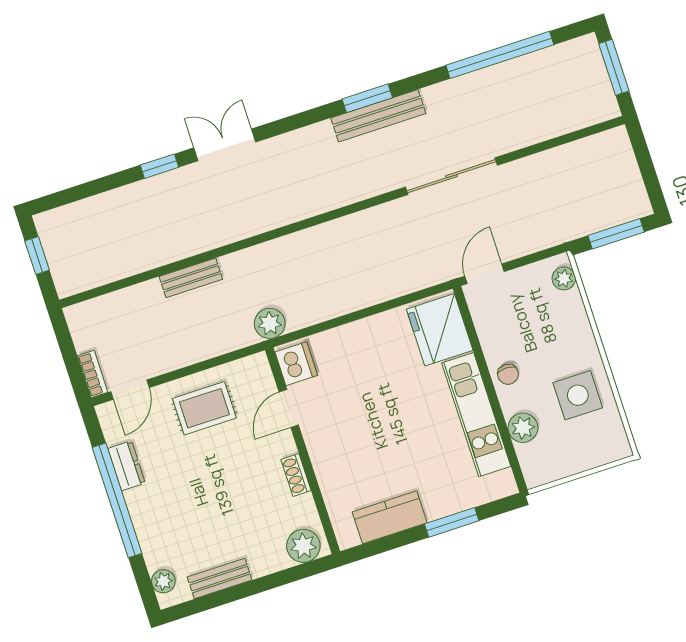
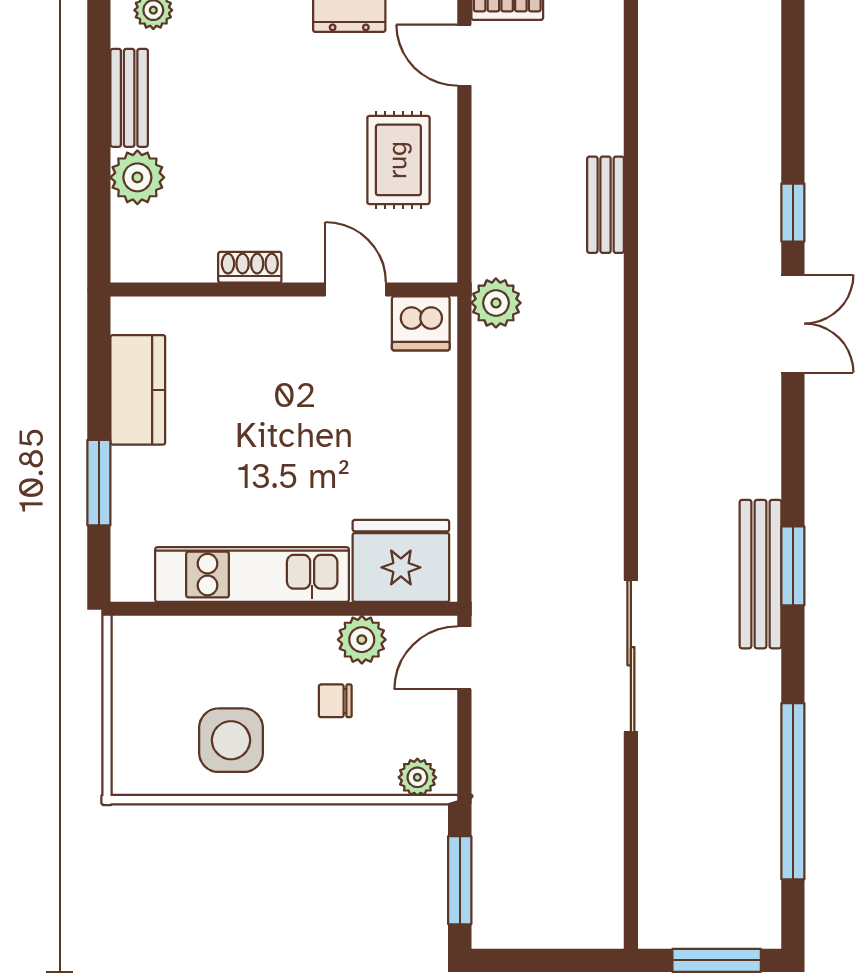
door: (484, 274) -> (464, 658), swing flipped
chair: (508, 374) -> (335, 701), moved
plant: (523, 428) -> (362, 640), moved
plant: (303, 546) -> (137, 177), moved

